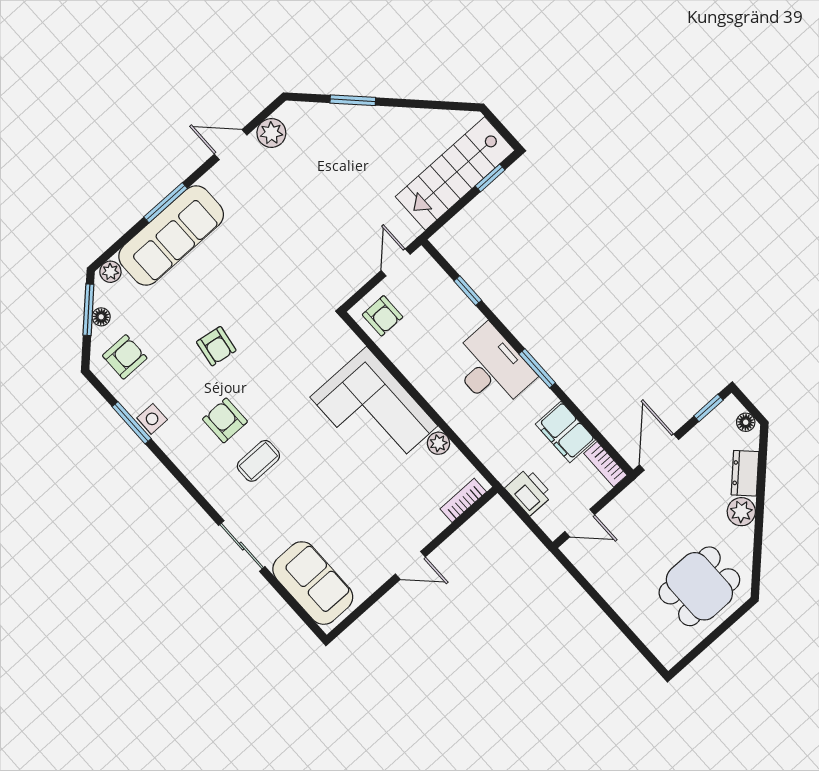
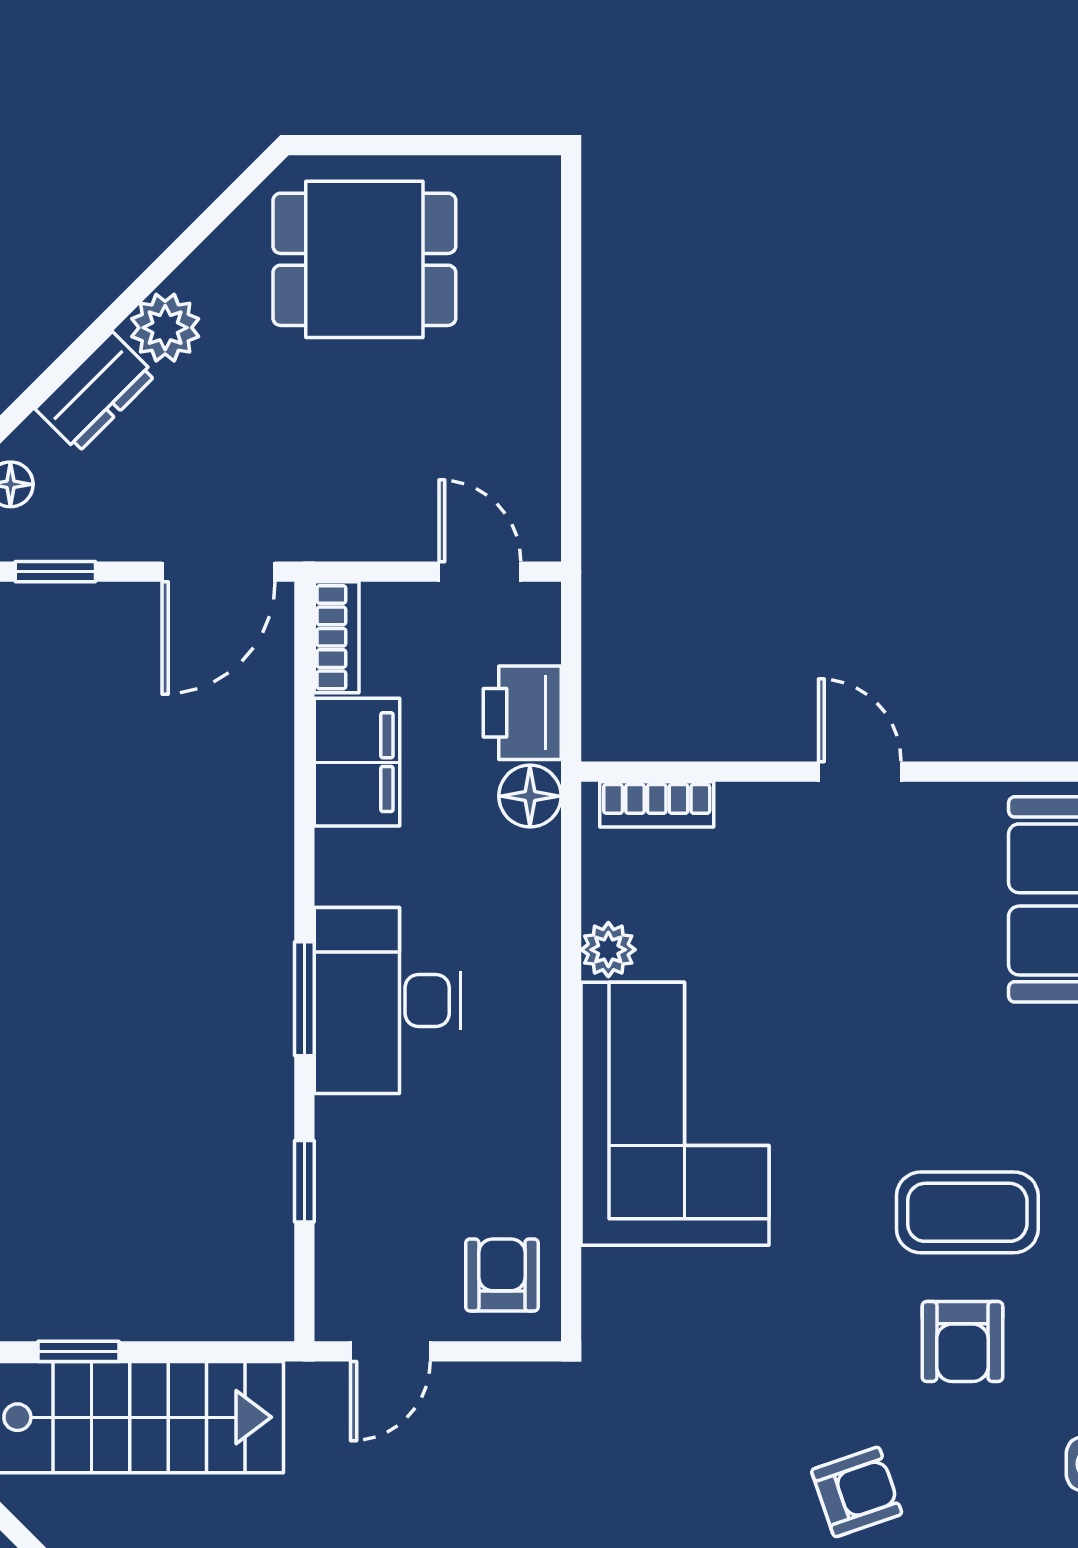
armchair: (216, 346) -> (857, 1492), turned 62
window: (537, 368) -> (304, 999), moved
coffee table: (258, 461) -> (967, 1212), width x1.36, depth x1.30
floor lamp: (504, 469) -> (530, 796), added

